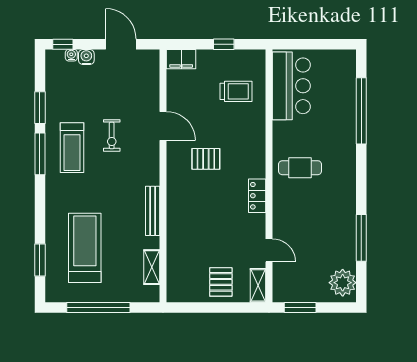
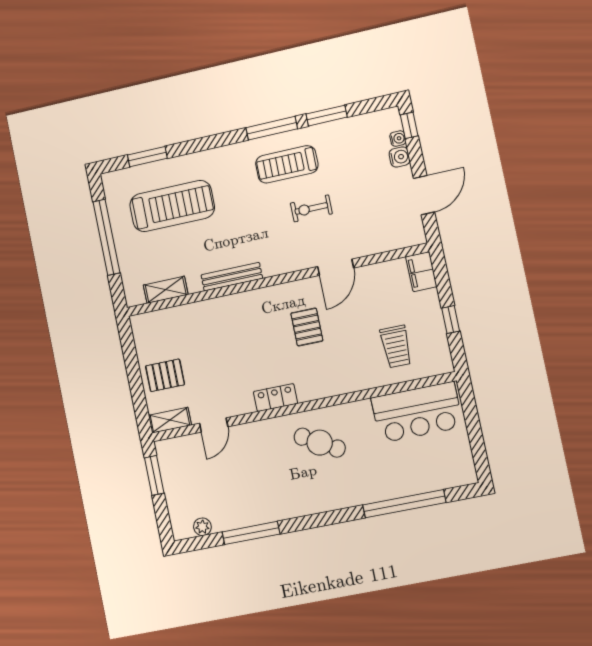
cafe table: (300, 168) -> (320, 443), turned -60
plant: (343, 283) -> (202, 527), width x0.53, depth x0.53

